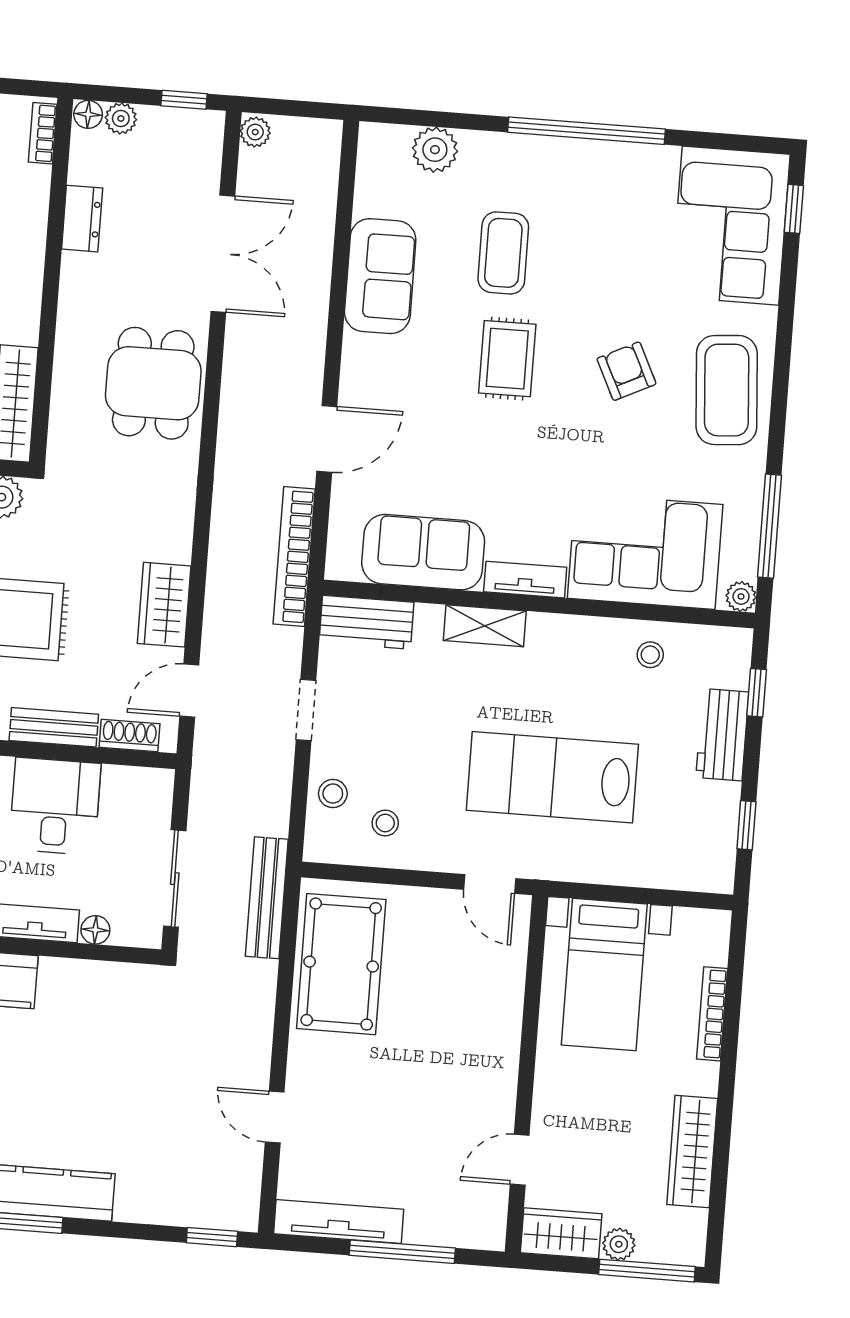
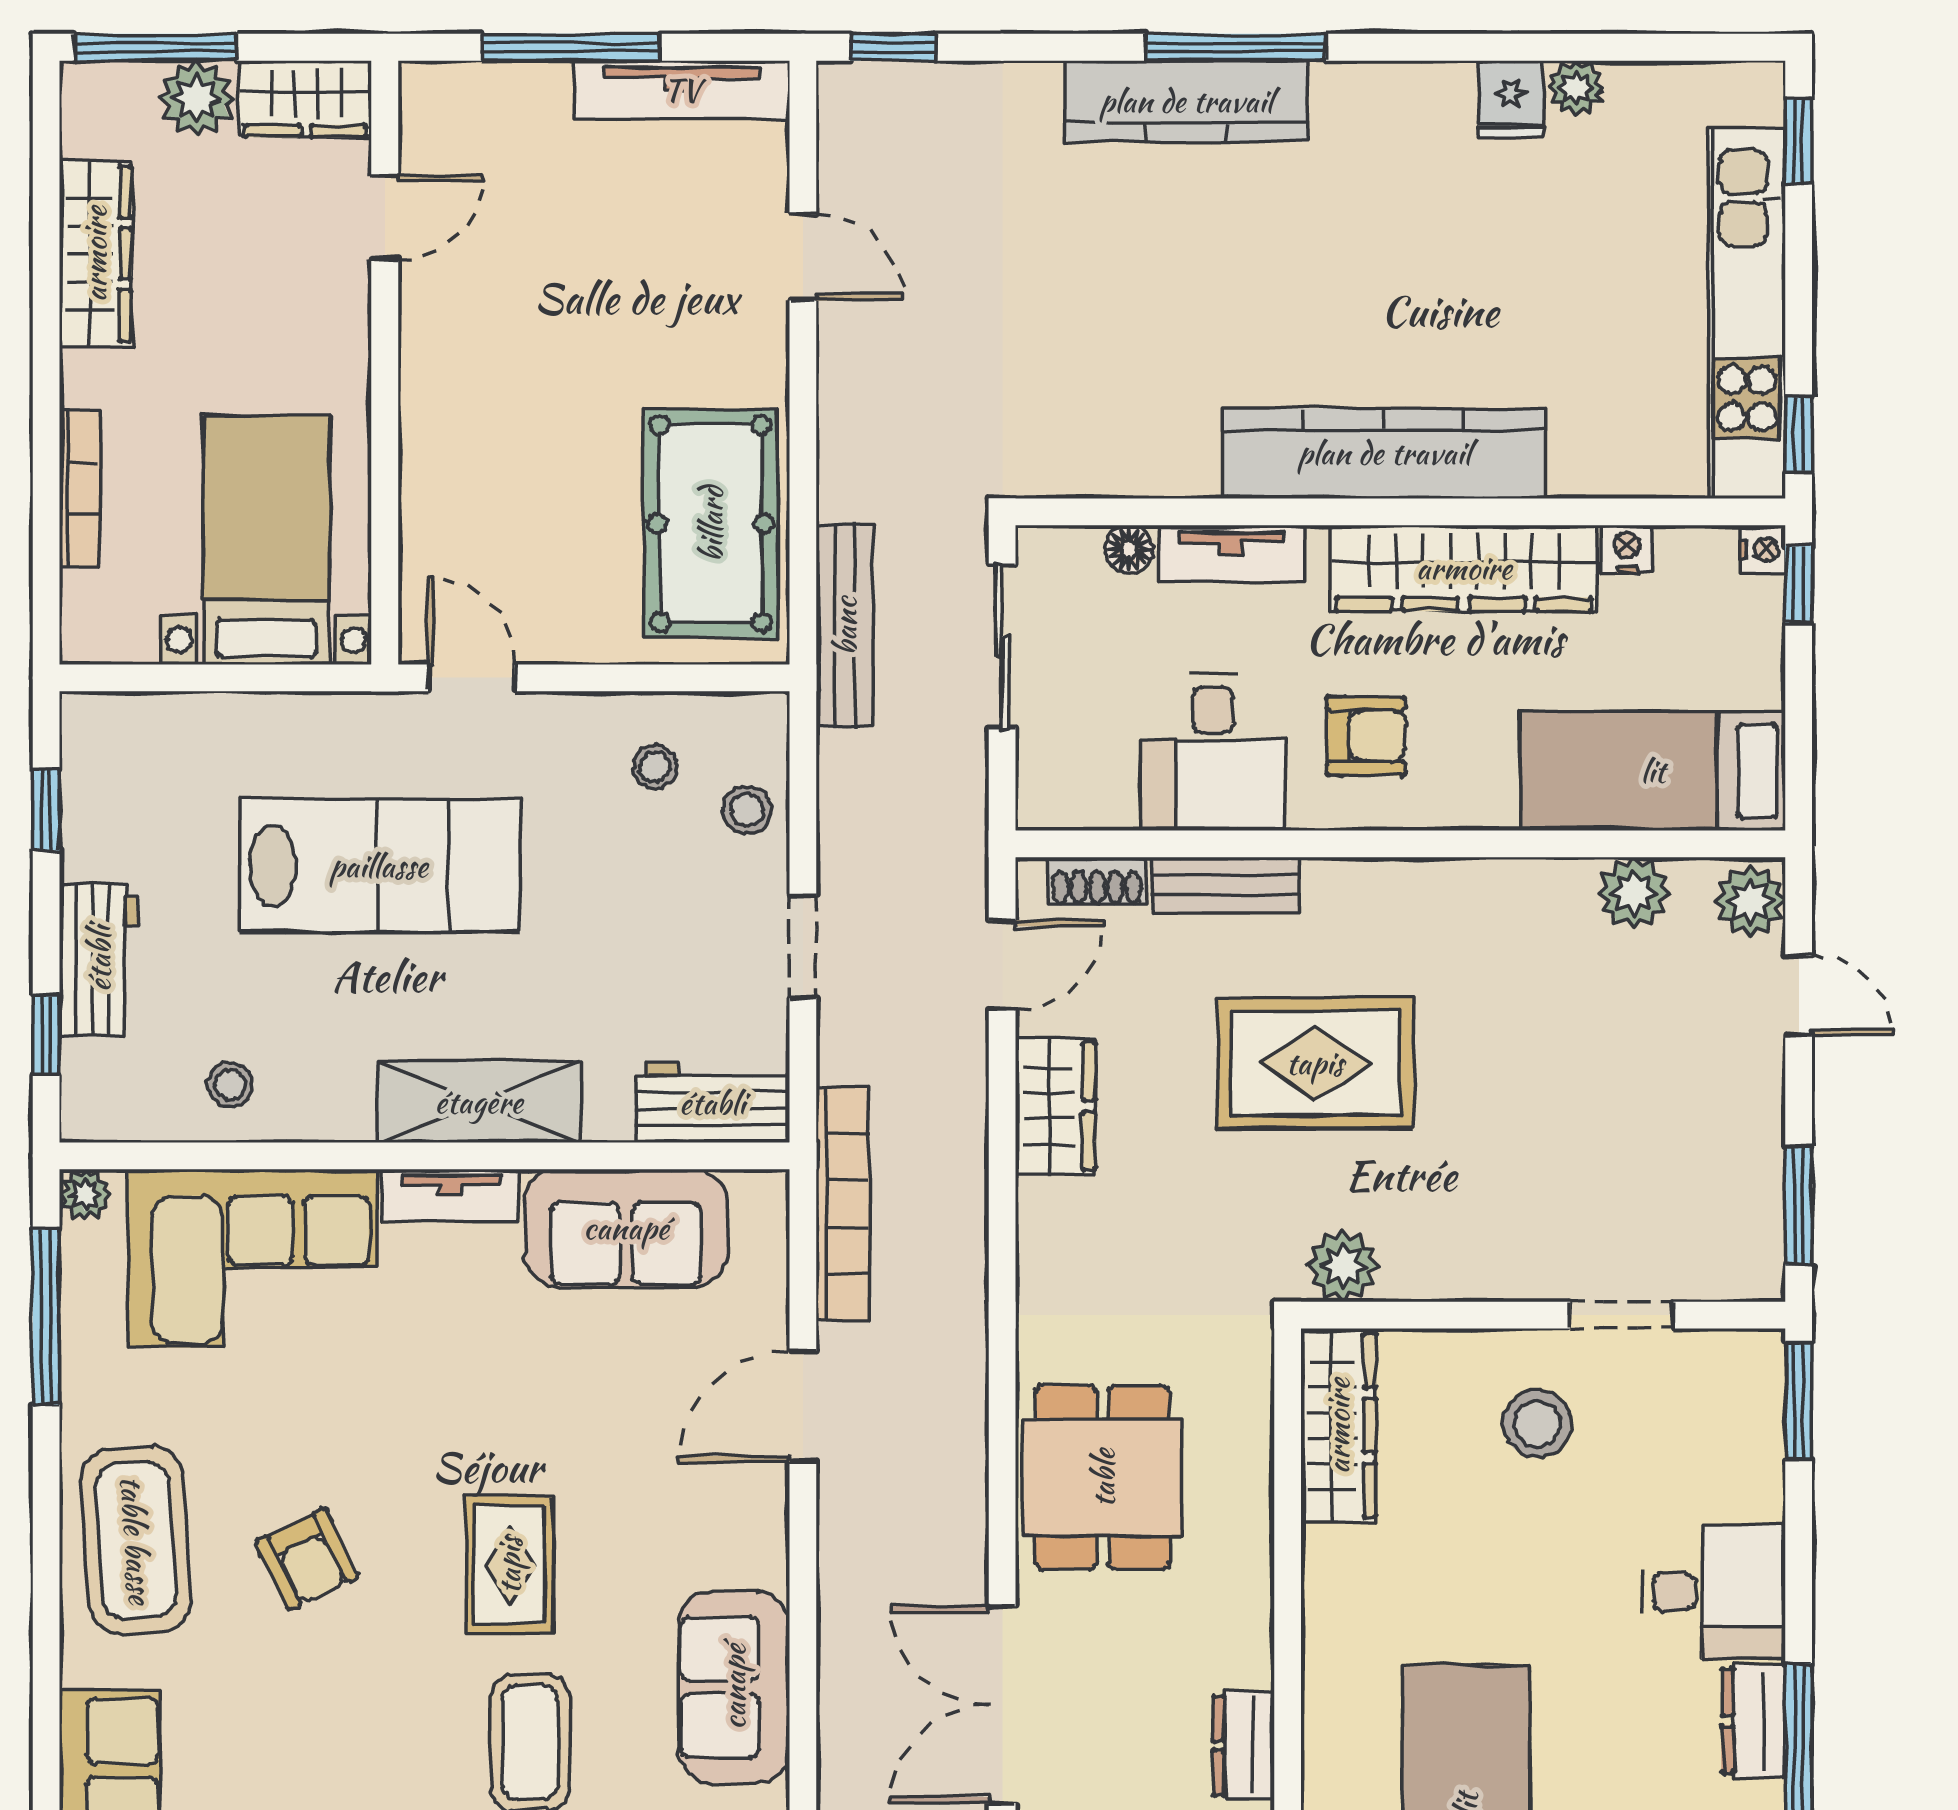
shelving: (485, 626) -> (479, 1102), width x1.50, depth x1.33
plant: (619, 1244) -> (197, 98), width x1.38, depth x1.38

